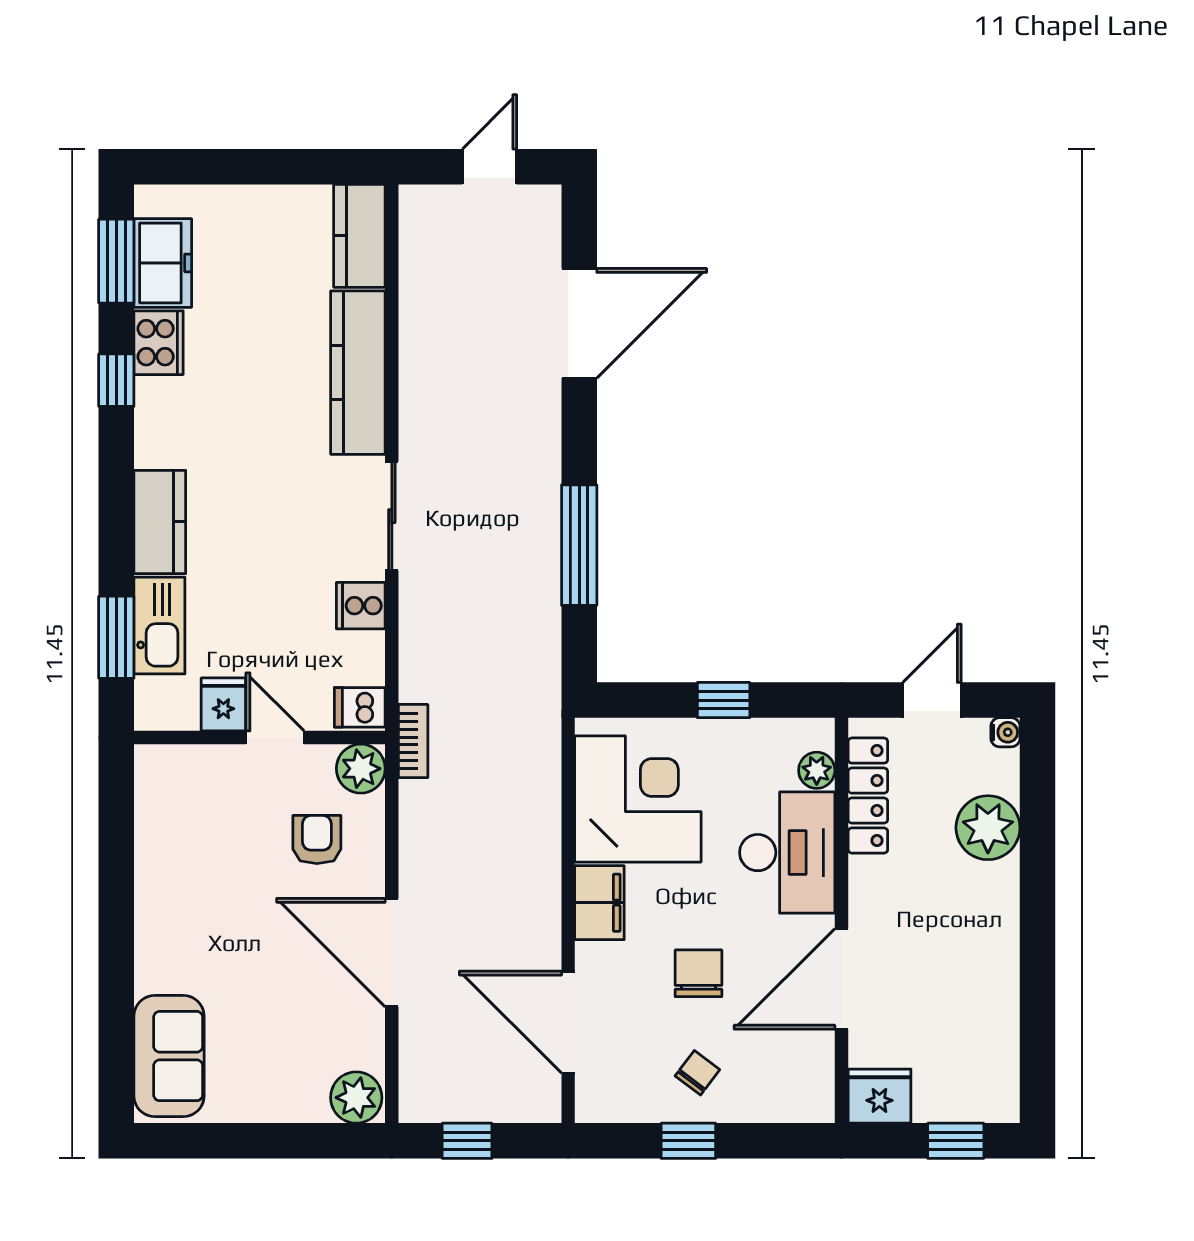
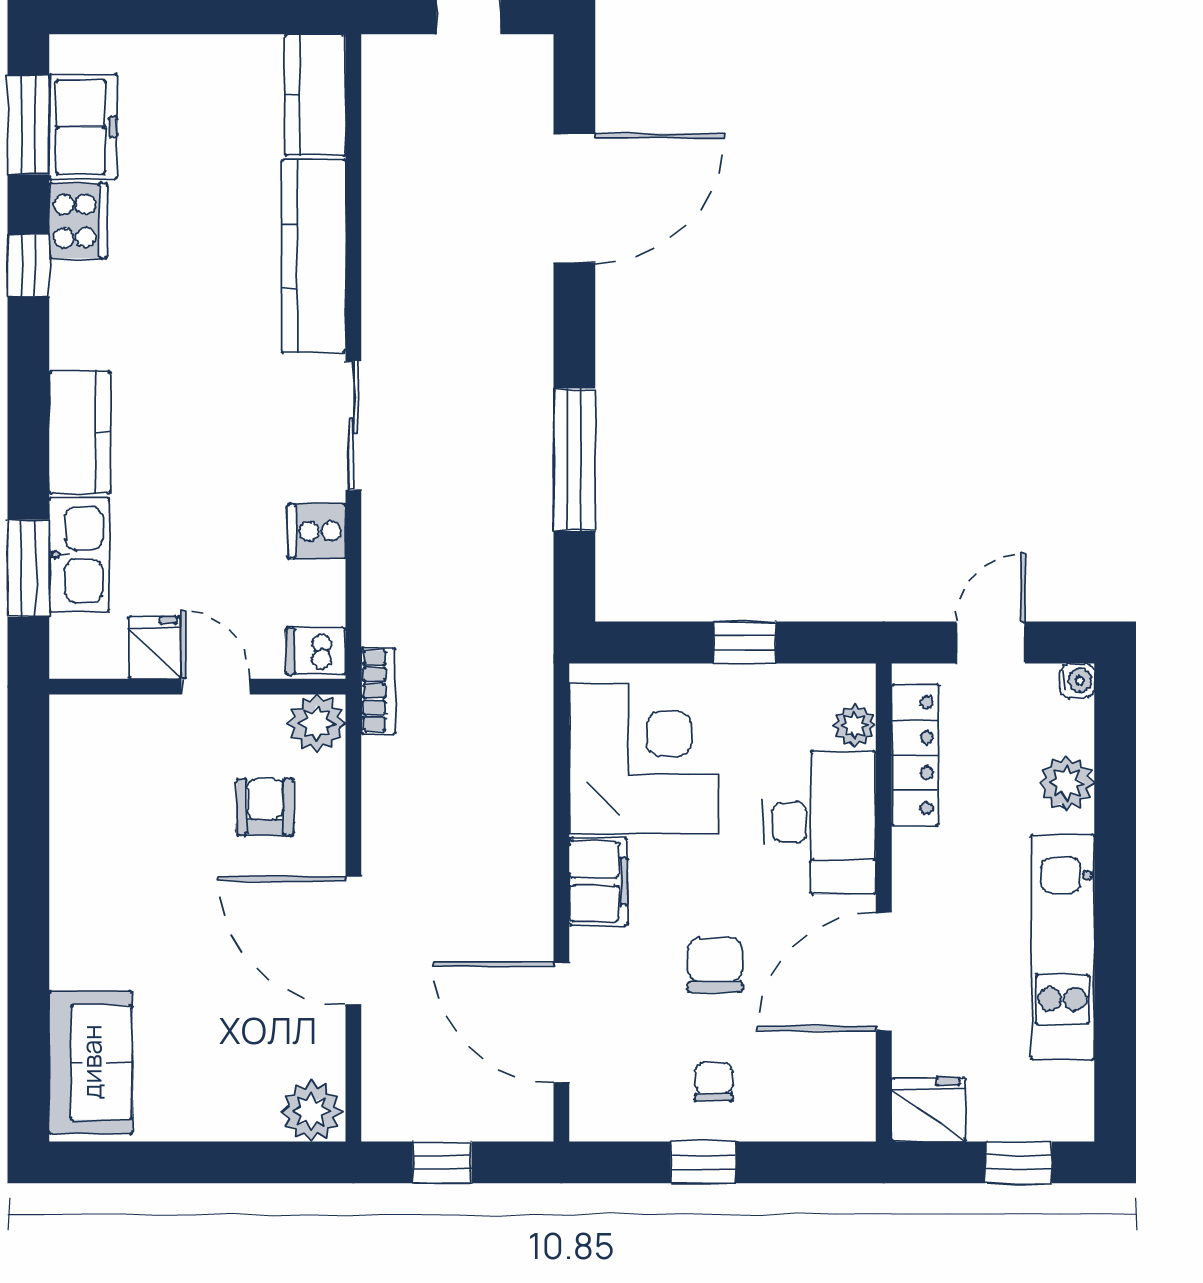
plant: (988, 828) -> (1067, 783), width x0.73, depth x0.73
kitchen unit: (993, 959) -> (1063, 947), added
chair: (697, 1073) -> (714, 1082), turned -37

